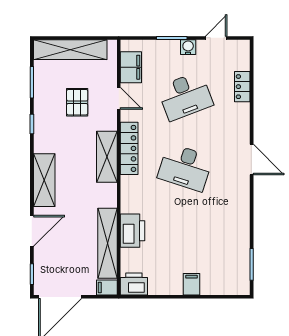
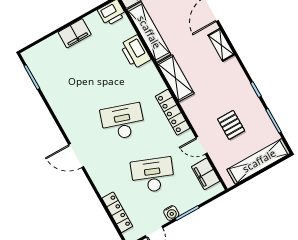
locker: (242, 87) -> (117, 212), width x1.53
desk: (185, 96) -> (153, 175), turned 42
shelving: (107, 157) -> (176, 78), moved
shelving: (44, 180) -> (221, 45), width x0.67, depth x0.75
filing cabinet: (191, 284) -> (75, 33), width x2.00

